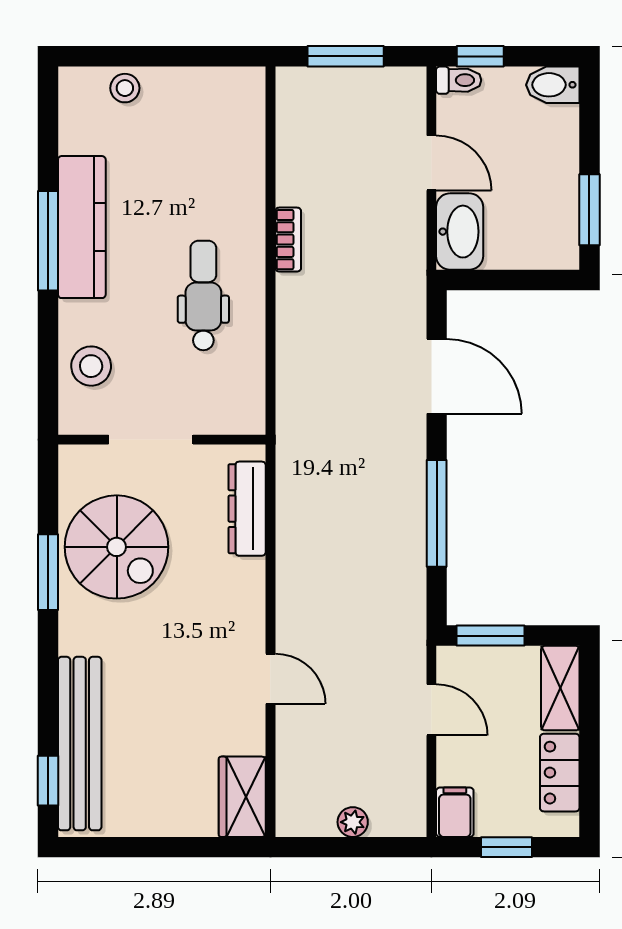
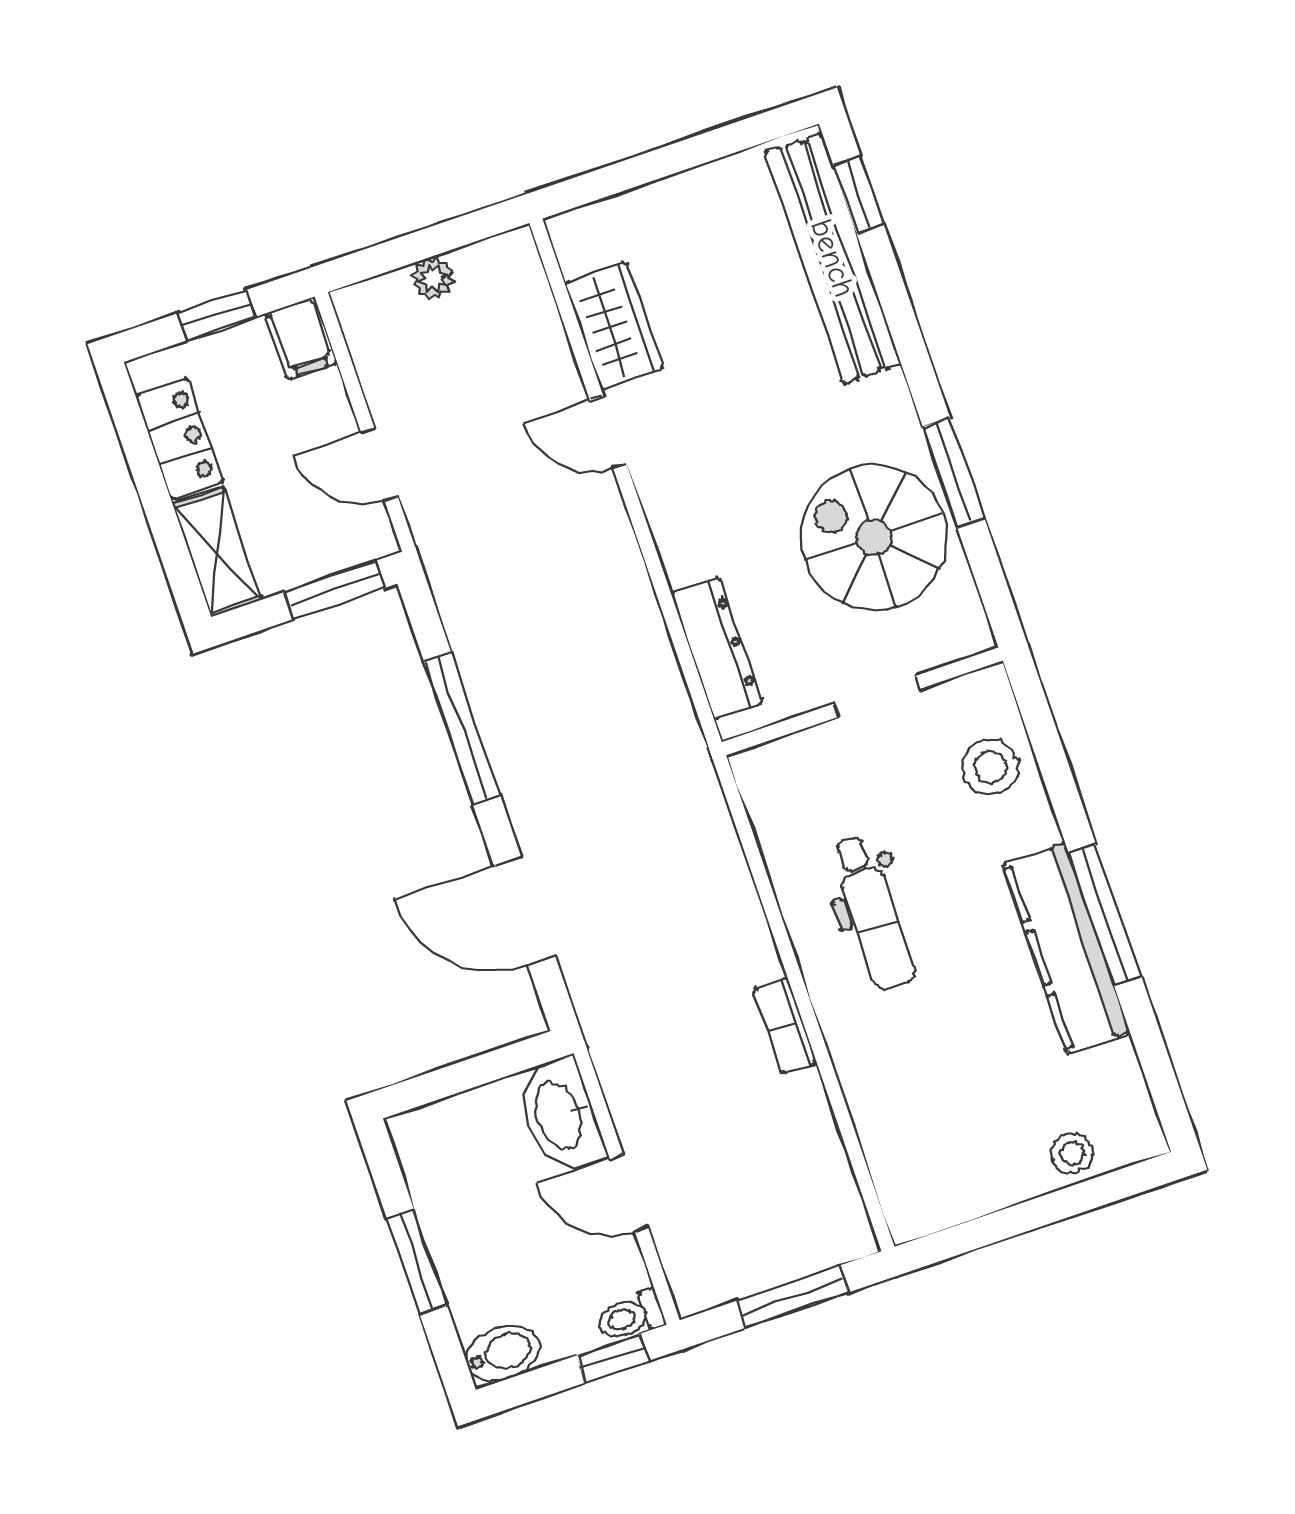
window: (589, 210) -> (417, 1262), moved
doorway: (151, 440) -> (877, 696), width x0.73
wardrobe: (242, 797) -> (614, 326), moved

